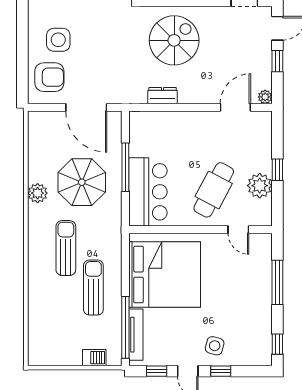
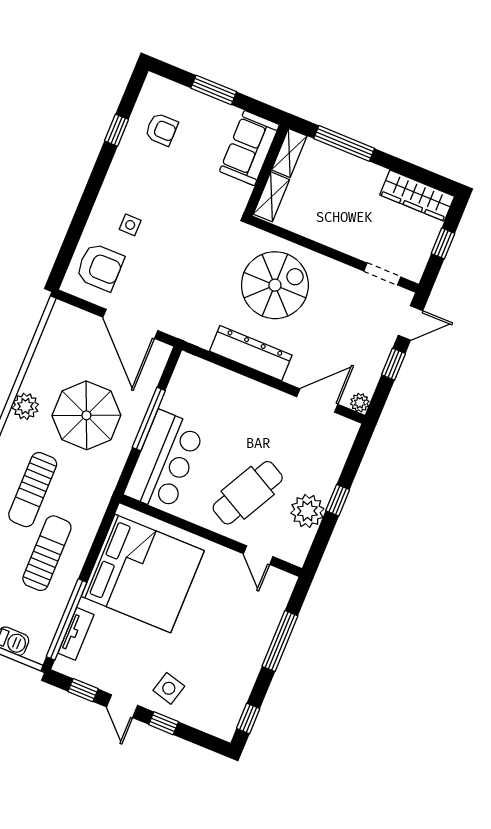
side table: (58, 40) -> (130, 225), width x0.54, depth x0.54
dresser: (163, 96) -> (251, 353), width x1.96, depth x1.24
sun lounger: (66, 248) -> (33, 490), turned 180
tv unit: (136, 335) -> (76, 634), width x0.71

